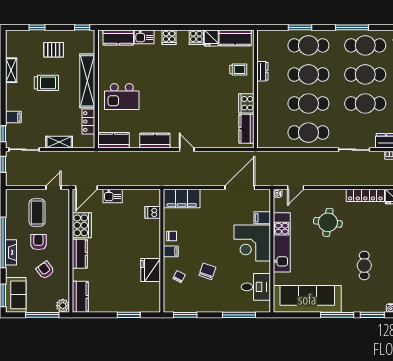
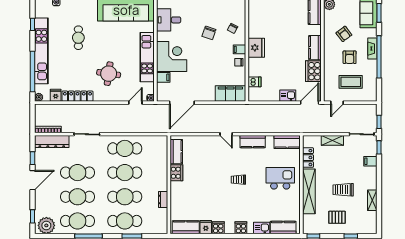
trolley: (238, 69) -> (238, 180), moved
coffee table: (37, 213) -> (351, 82), turned 90
fridge: (151, 270) -> (256, 48), moved

